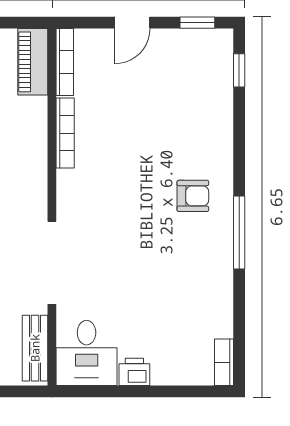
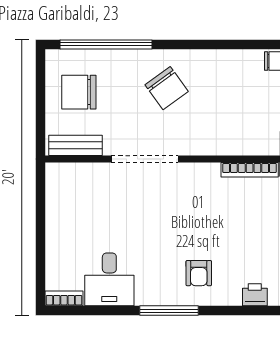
desk: (87, 353) -> (109, 279), moved, turned -90
printer: (134, 372) -> (255, 295), moved, turned -90

